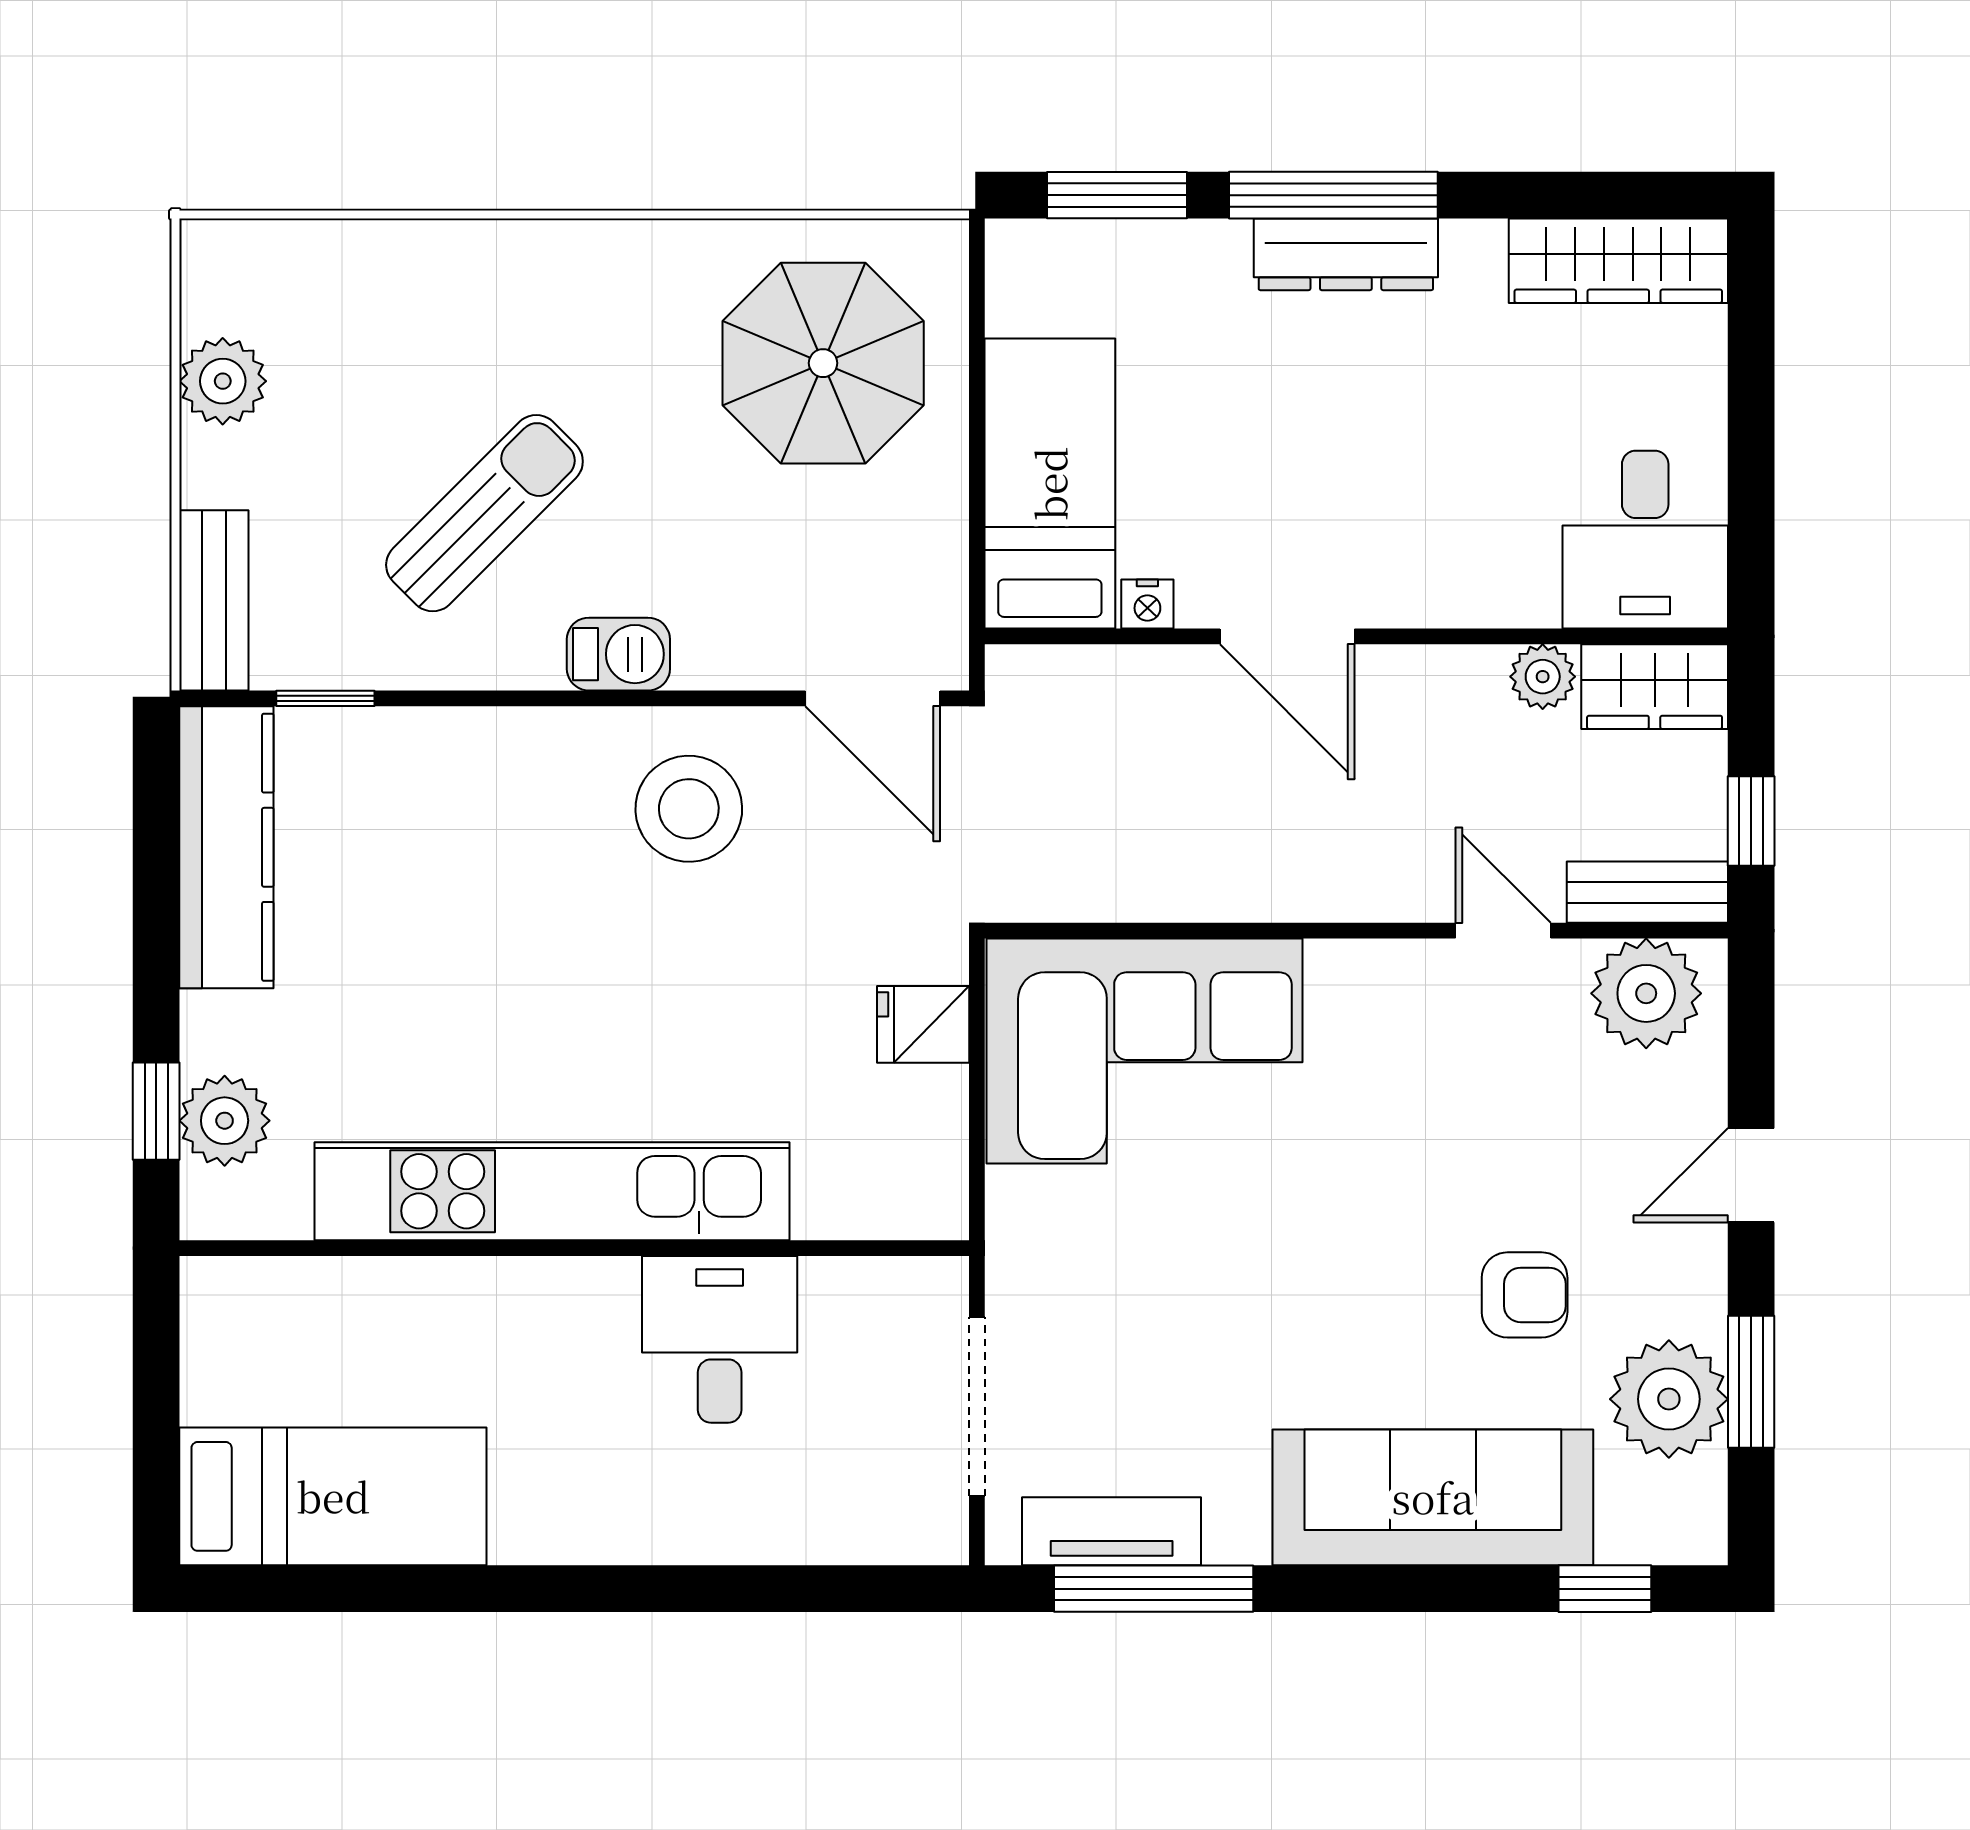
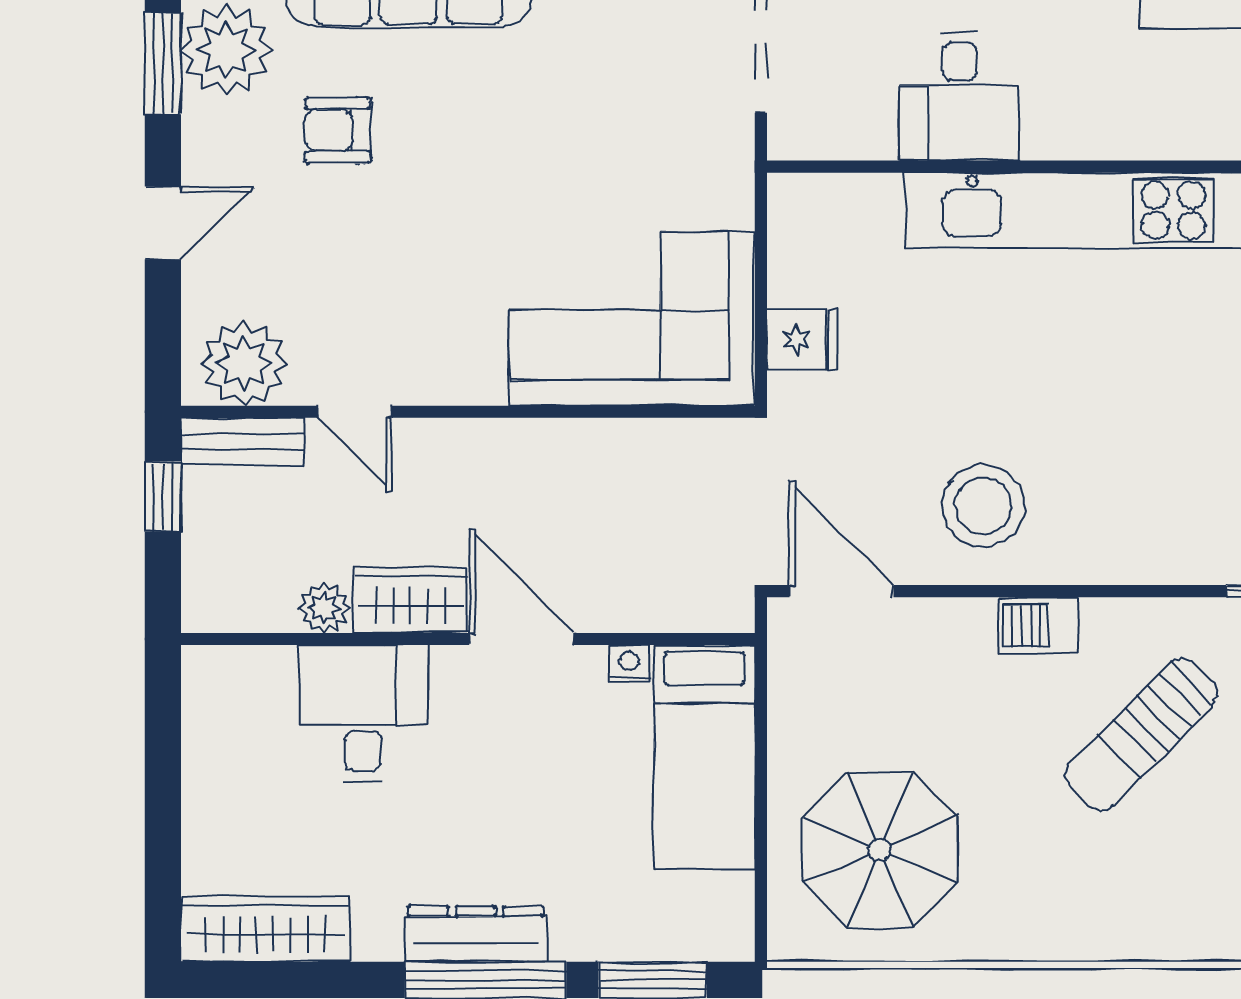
desk: (1645, 540) -> (363, 714), moved
wardrobe: (1655, 687) -> (410, 600), moved

